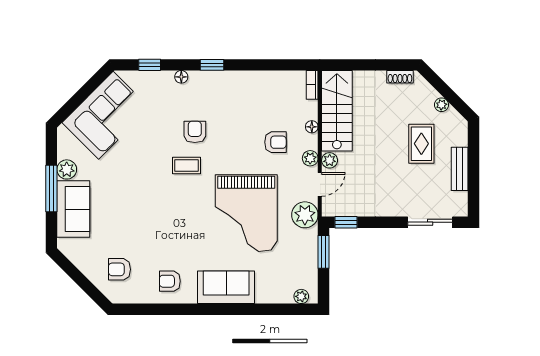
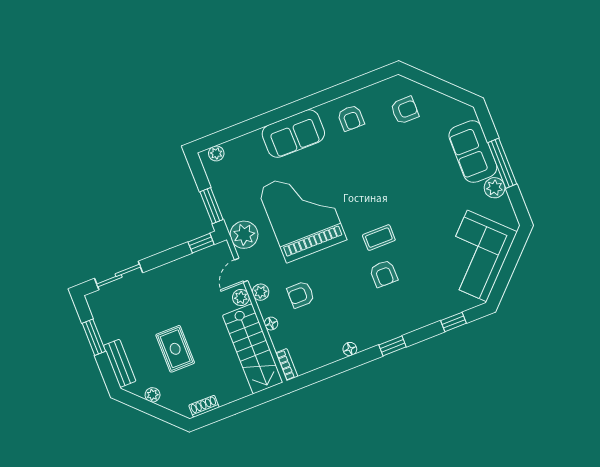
floor lamp: (181, 77) -> (350, 349), moved
rug: (421, 144) -> (175, 349), moved
bench: (460, 169) -> (120, 363), moved
window: (474, 176) -> (94, 337), added
armchair: (170, 281) -> (351, 118), turned 90

